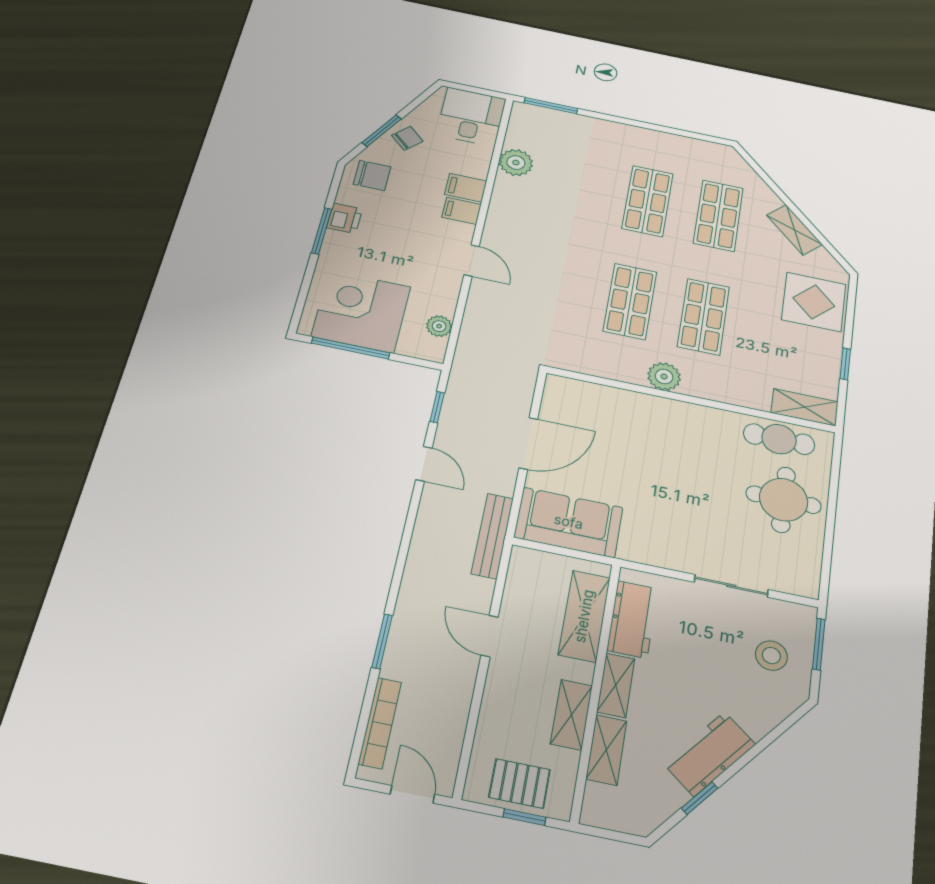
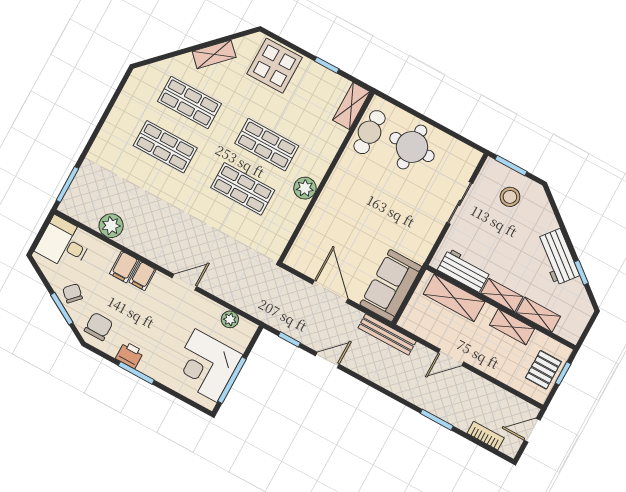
bookcase: (380, 723) -> (486, 436), width x0.64

